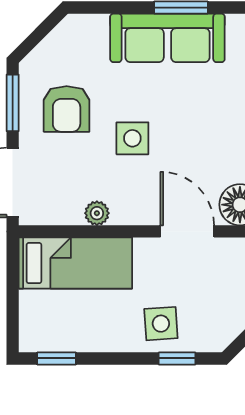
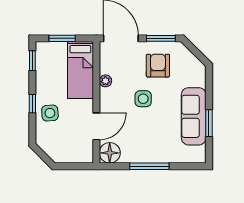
armchair: (67, 109) -> (158, 66), turned 90
window: (13, 299) -> (62, 38), added
window: (177, 358) -> (32, 104), moved

